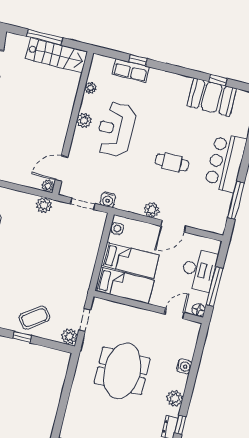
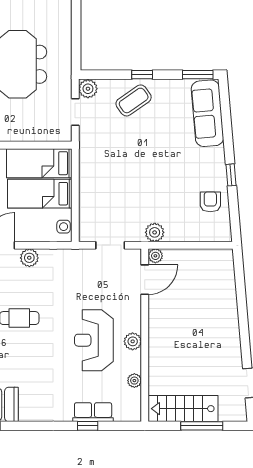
reception desk: (116, 129) -> (94, 340), turned 180
water cooler: (108, 200) -> (83, 257), removed

